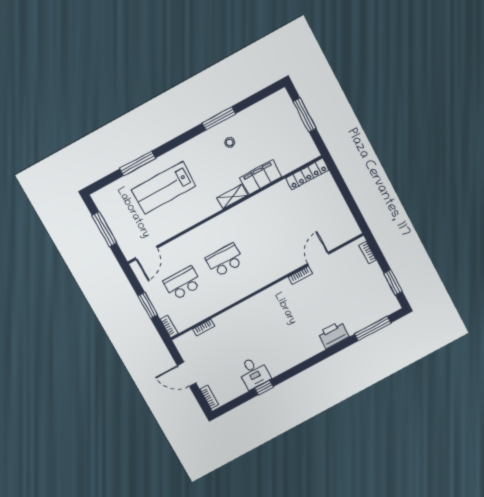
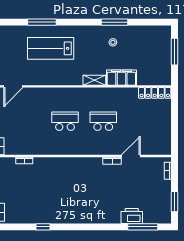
school desk: (183, 283) -> (103, 121), moved
printer: (333, 335) -> (132, 216), moved
desk: (254, 373) -> (42, 212), removed

